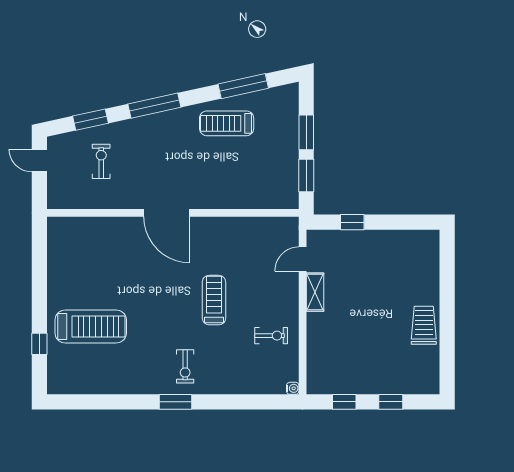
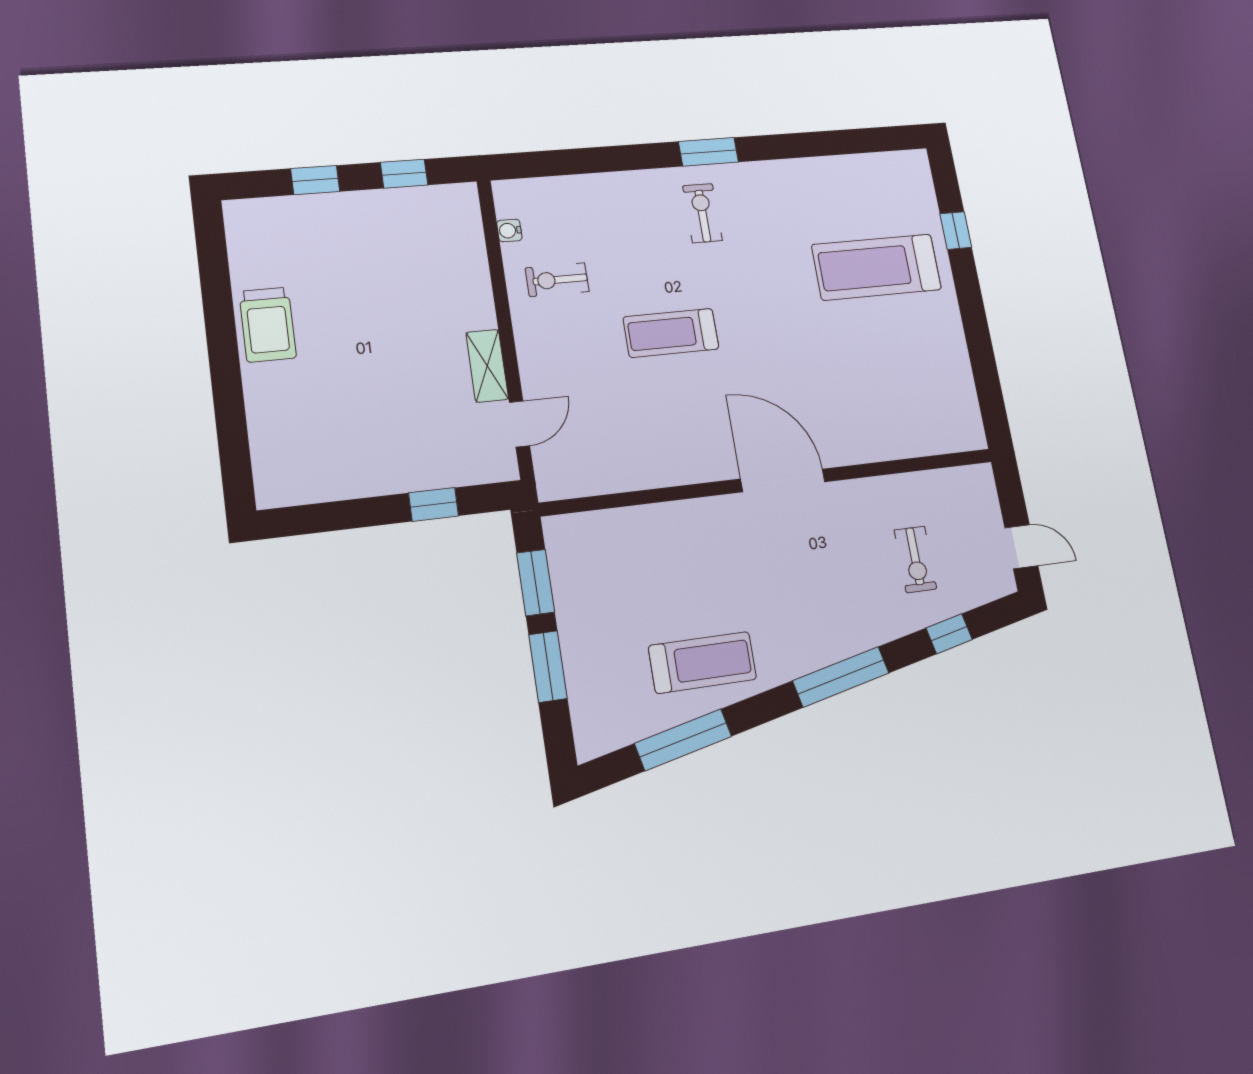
window: (90, 120) -> (949, 634), width x0.67
treadmill: (214, 300) -> (671, 333), turned 90
water cooler: (293, 388) -> (509, 230), moved

